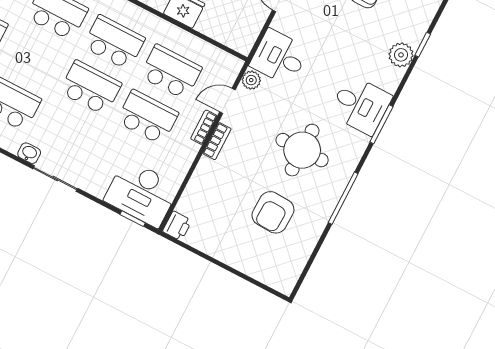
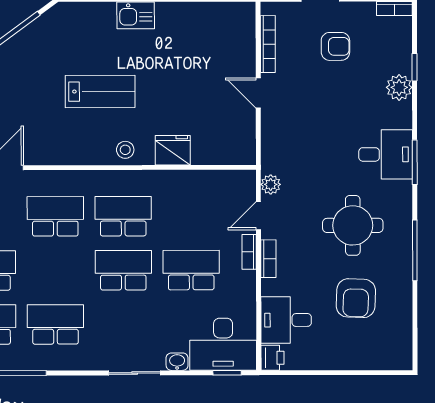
desk: (279, 57) -> (286, 320), moved
school desk: (171, 72) -> (191, 216), removed
washbasin: (29, 153) -> (177, 362), moved

